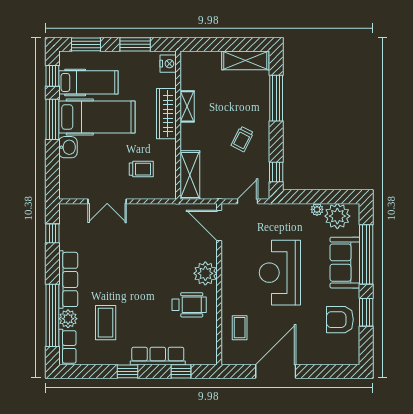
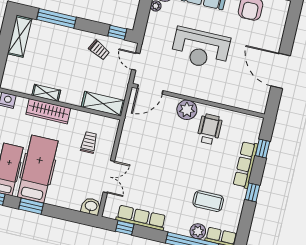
window: (52, 119) -> (31, 206), width x0.69
trolley: (242, 139) -> (99, 50), moved
washbasin: (68, 147) -> (91, 206), moved
row of seats: (68, 279) -> (141, 218), moved
coffee table: (240, 328) -> (238, 92), removed

